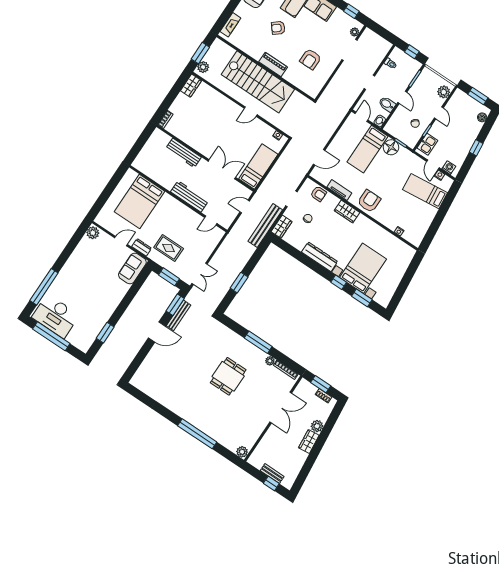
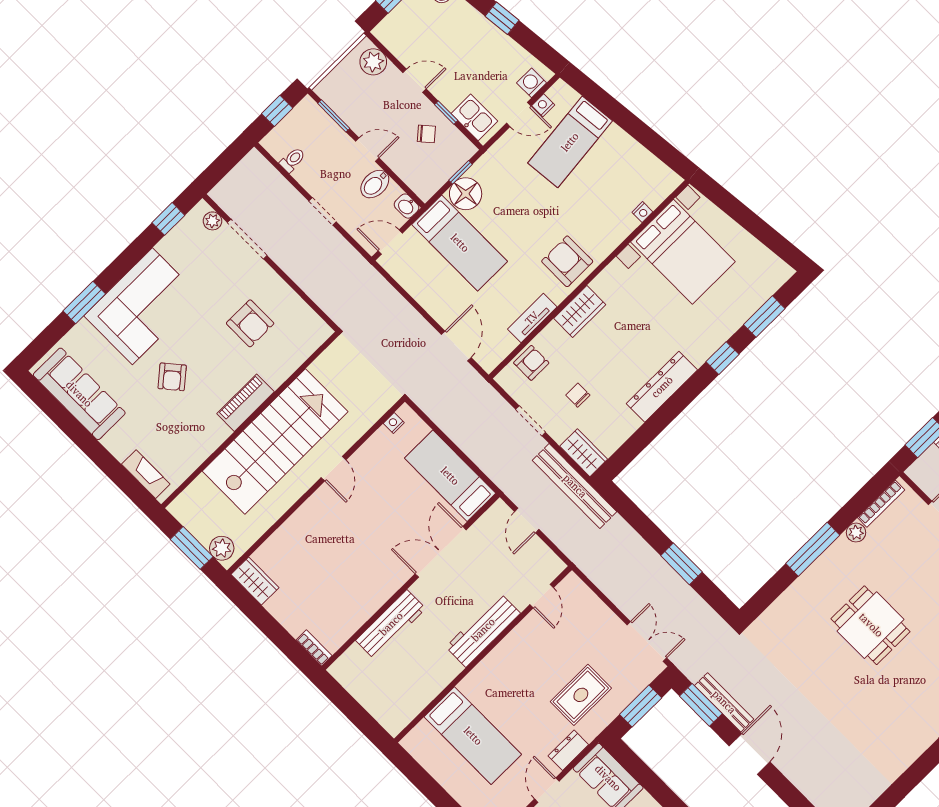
bed: (139, 202) -> (473, 736), width x0.67
bed with nightstands: (363, 268) -> (683, 252), moved, turned 180

